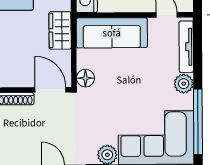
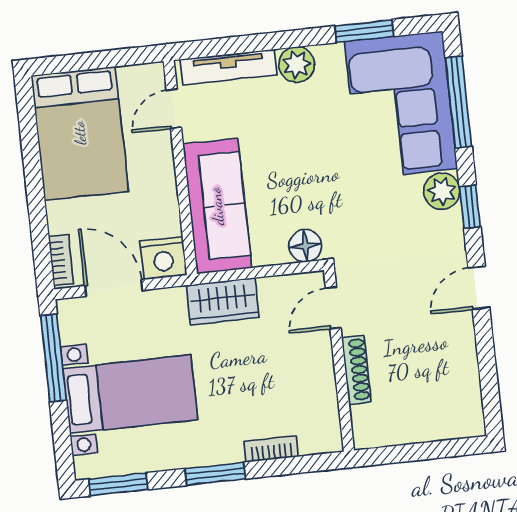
door: (50, 90) -> (333, 308), width x0.73
window: (198, 122) -> (364, 31), width x0.47

